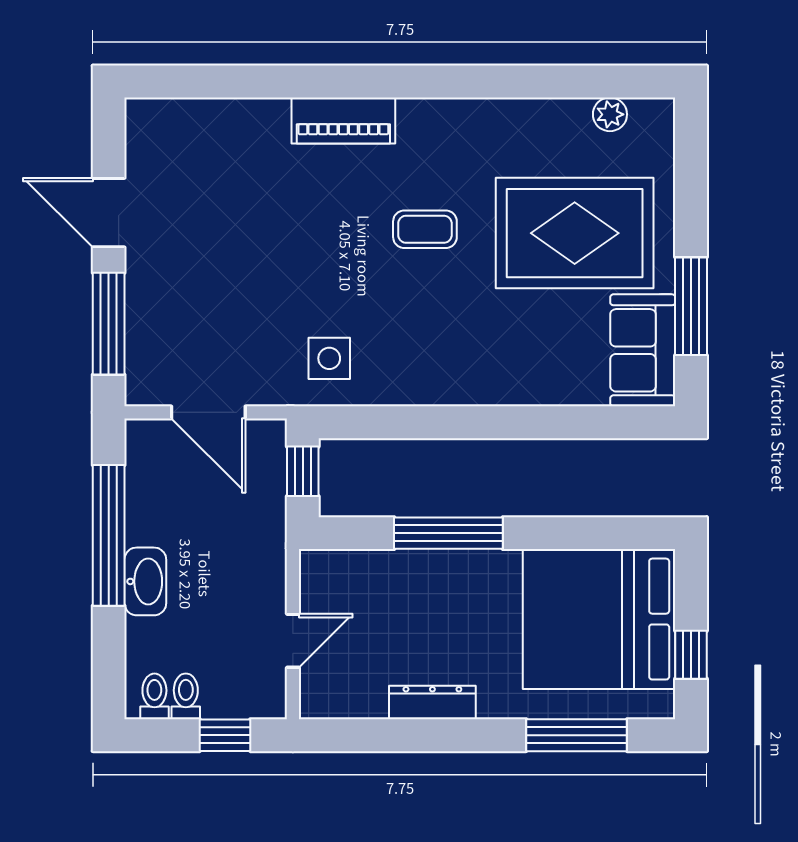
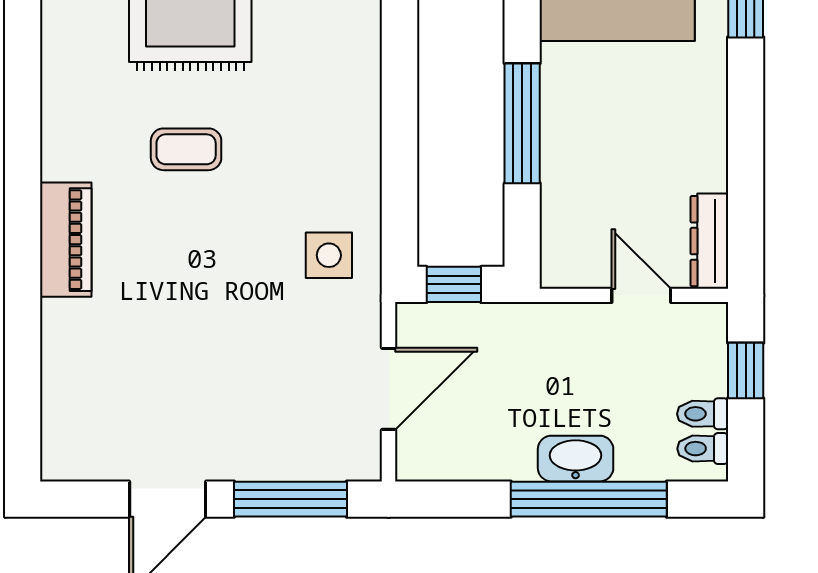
coffee table: (425, 229) -> (186, 149), turned 90
window: (109, 535) -> (589, 499), moved
dresser: (432, 702) -> (709, 241), moved

